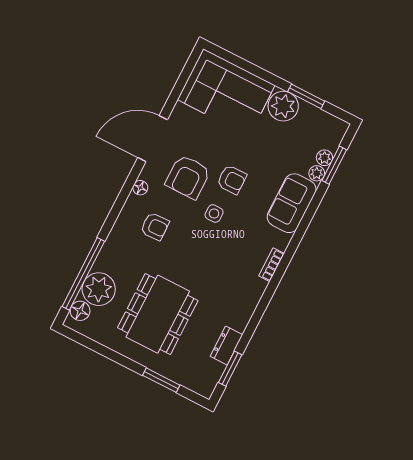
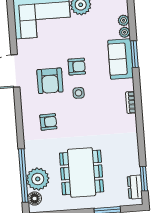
window: (334, 165) -> (134, 54), moved
floor lamp: (140, 188) -> (26, 104), removed
dresser: (226, 346) -> (135, 187), moved

